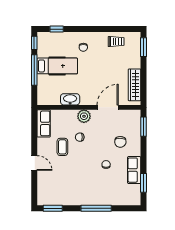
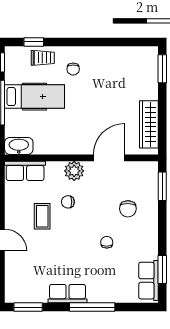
trolley: (116, 42) -> (43, 58), moved
washbasin: (70, 99) -> (19, 146), moved
row of seats: (44, 123) -> (25, 171), moved, turned 90
row of seats: (134, 170) -> (148, 281), moved
row of seats: (79, 199) -> (68, 294), added

